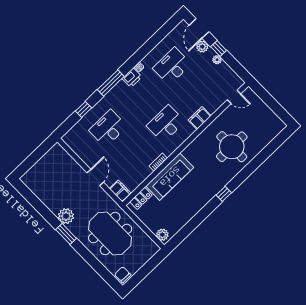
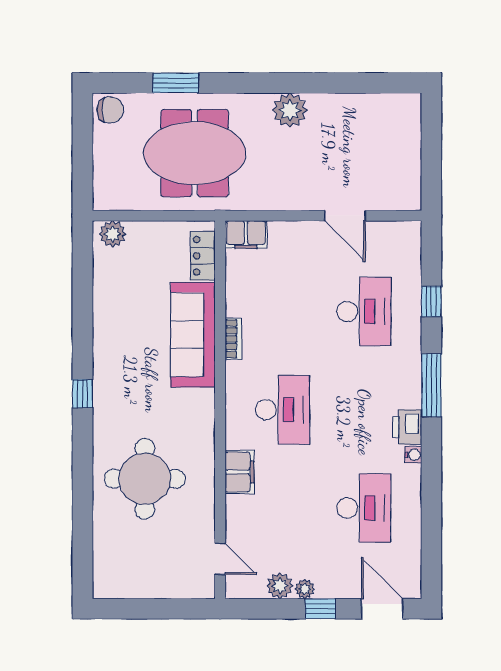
plant: (202, 47) -> (280, 586), moved
door: (234, 97) -> (220, 559), swing flipped
door: (95, 178) -> (345, 216), moved
window: (66, 234) -> (176, 83), moved

